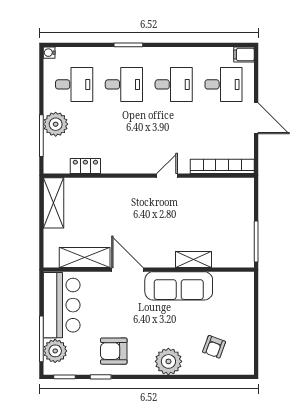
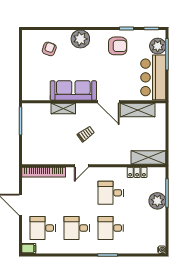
desk: (74, 84) -> (111, 193), moved
shelving: (54, 203) -> (148, 157), moved, turned 90
trolley: (160, 222) -> (86, 134), added

